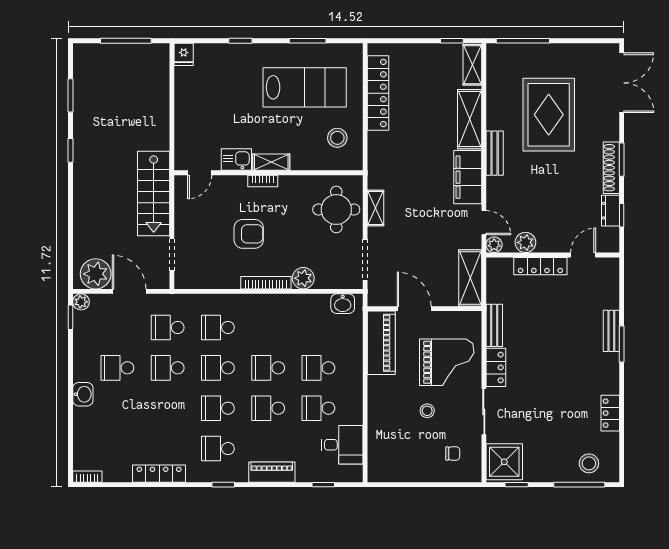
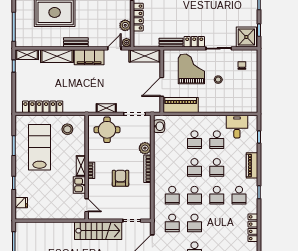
fridge: (184, 54) -> (21, 203), moved

